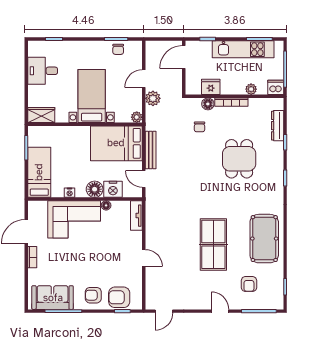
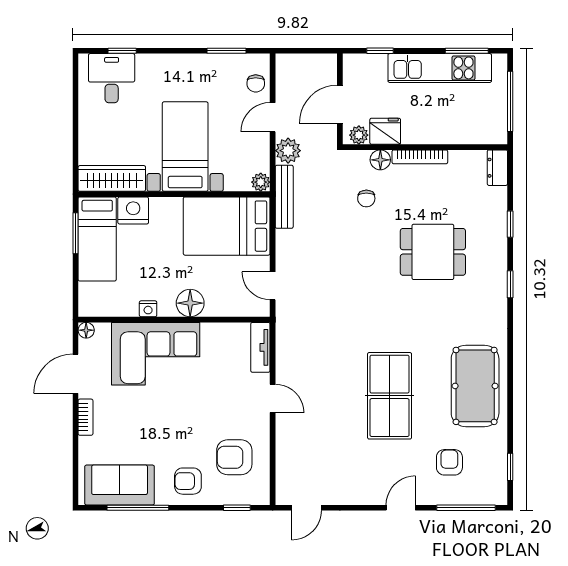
chair: (118, 49) -> (256, 83), moved
door: (184, 57) -> (340, 104), moved
desk: (43, 71) -> (112, 78), moved, turned 90
dishwasher: (276, 87) -> (494, 132), removed
plant: (251, 89) -> (359, 135), moved
wardrobe: (41, 115) -> (112, 178), width x1.50
dresser: (278, 126) -> (497, 168), moved, width x0.70
bench: (151, 150) -> (284, 197), moved
dining table: (239, 159) -> (433, 252), turned 90
bed: (39, 172) -> (97, 239), moved, turned 180
nightstand: (113, 189) -> (133, 210), moved, turned 180
floor lamp: (106, 205) -> (86, 330), moved
door: (144, 258) -> (273, 398), moved
armchair: (249, 284) -> (449, 462), turned 180
armchair: (119, 297) -> (234, 457), moved
door: (220, 311) -> (401, 508), hinge flipped

